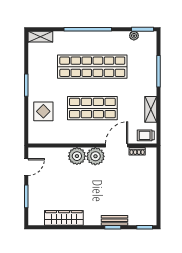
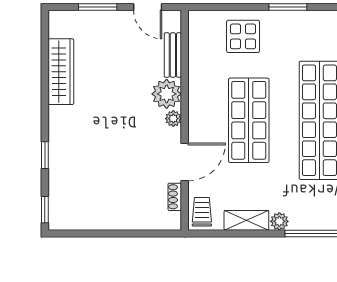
plant: (151, 90) -> (279, 221), added
door: (117, 146) -> (185, 162), hinge flipped
plant: (95, 156) -> (173, 119), width x0.53, depth x0.53
bench: (114, 220) -> (173, 55), moved

